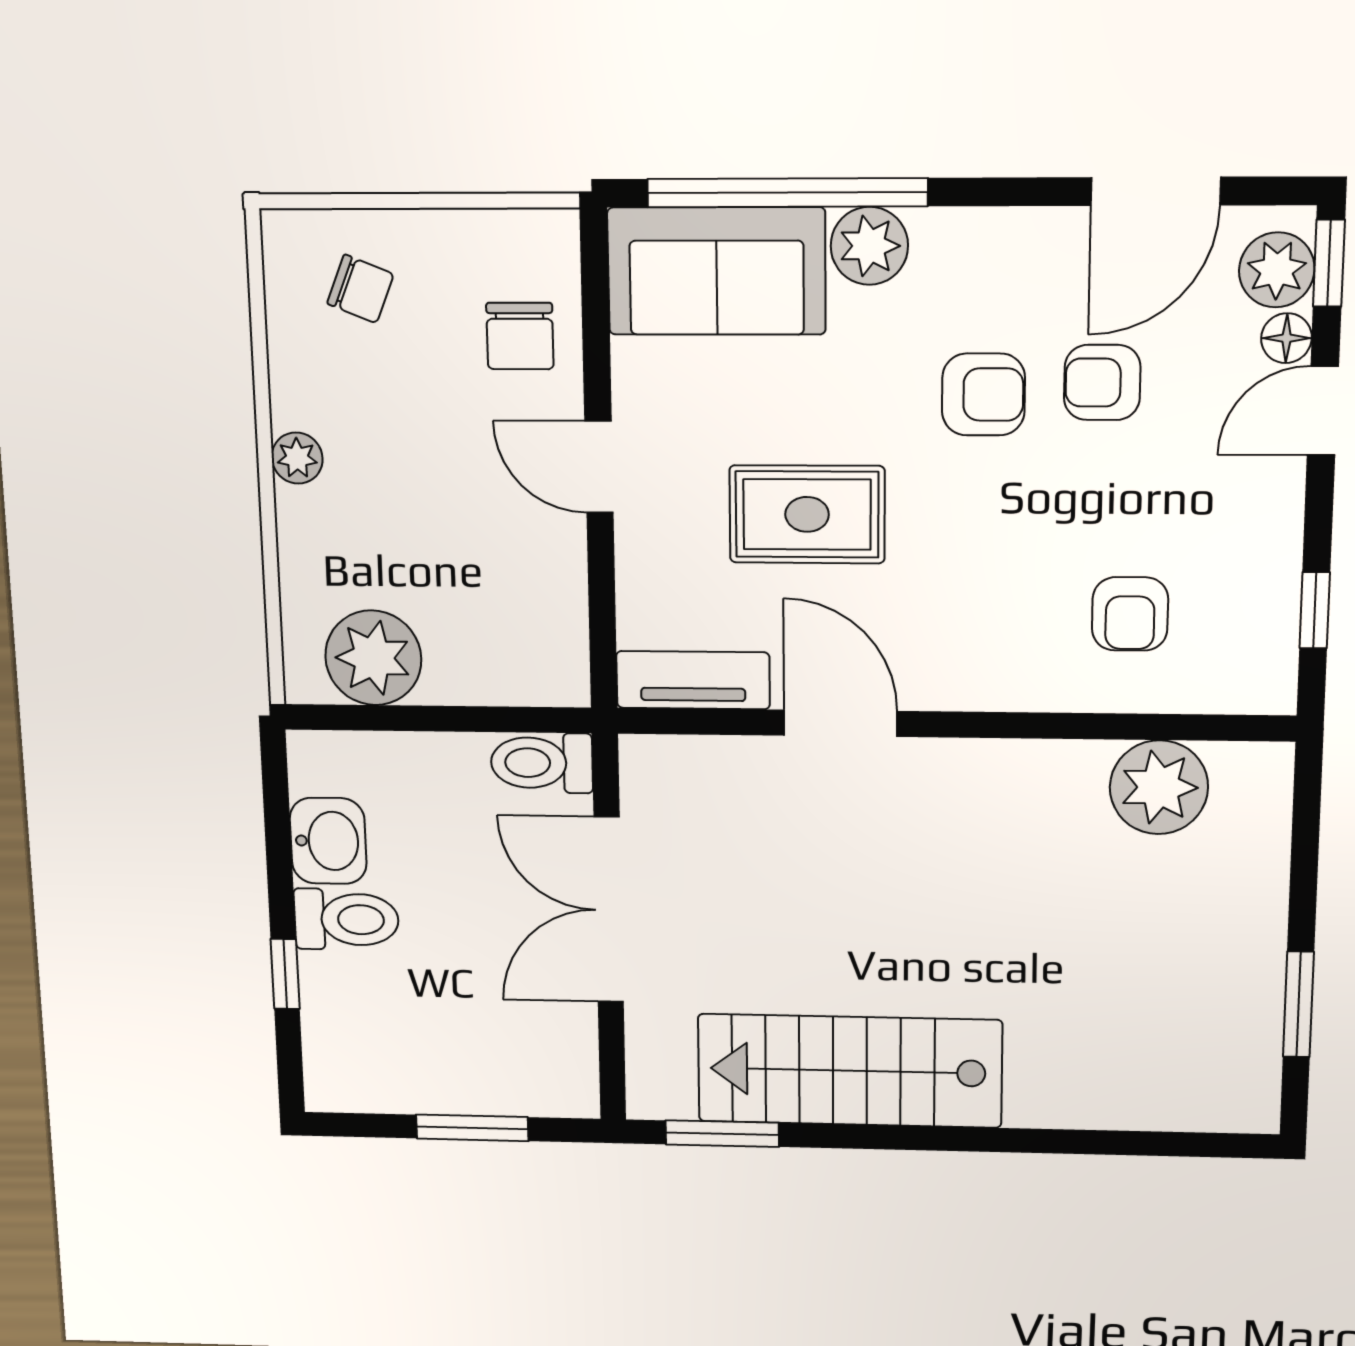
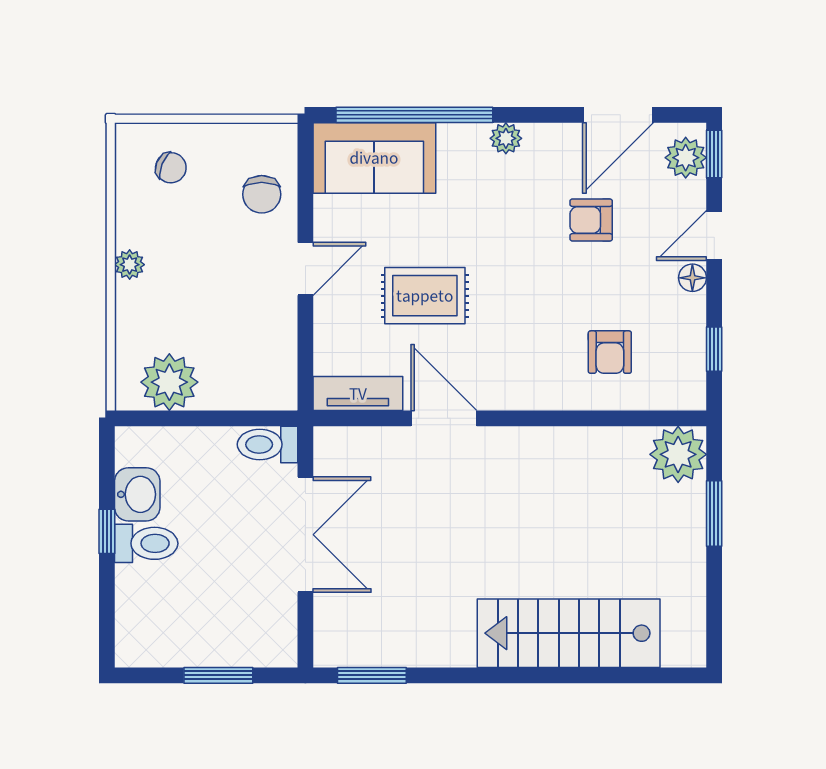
plant: (869, 246) -> (506, 138), moved, width x0.73, depth x0.73
floor lamp: (1286, 338) -> (692, 278), moved
armchair: (983, 394) -> (525, 227), removed
door: (599, 467) -> (305, 269), swing flipped
plant: (1159, 787) -> (678, 454), moved
double door: (609, 910) -> (305, 535), swing flipped
window: (285, 974) -> (107, 531), moved
window: (1298, 1004) -> (714, 513), moved
stairs: (850, 1071) -> (569, 633), moved

